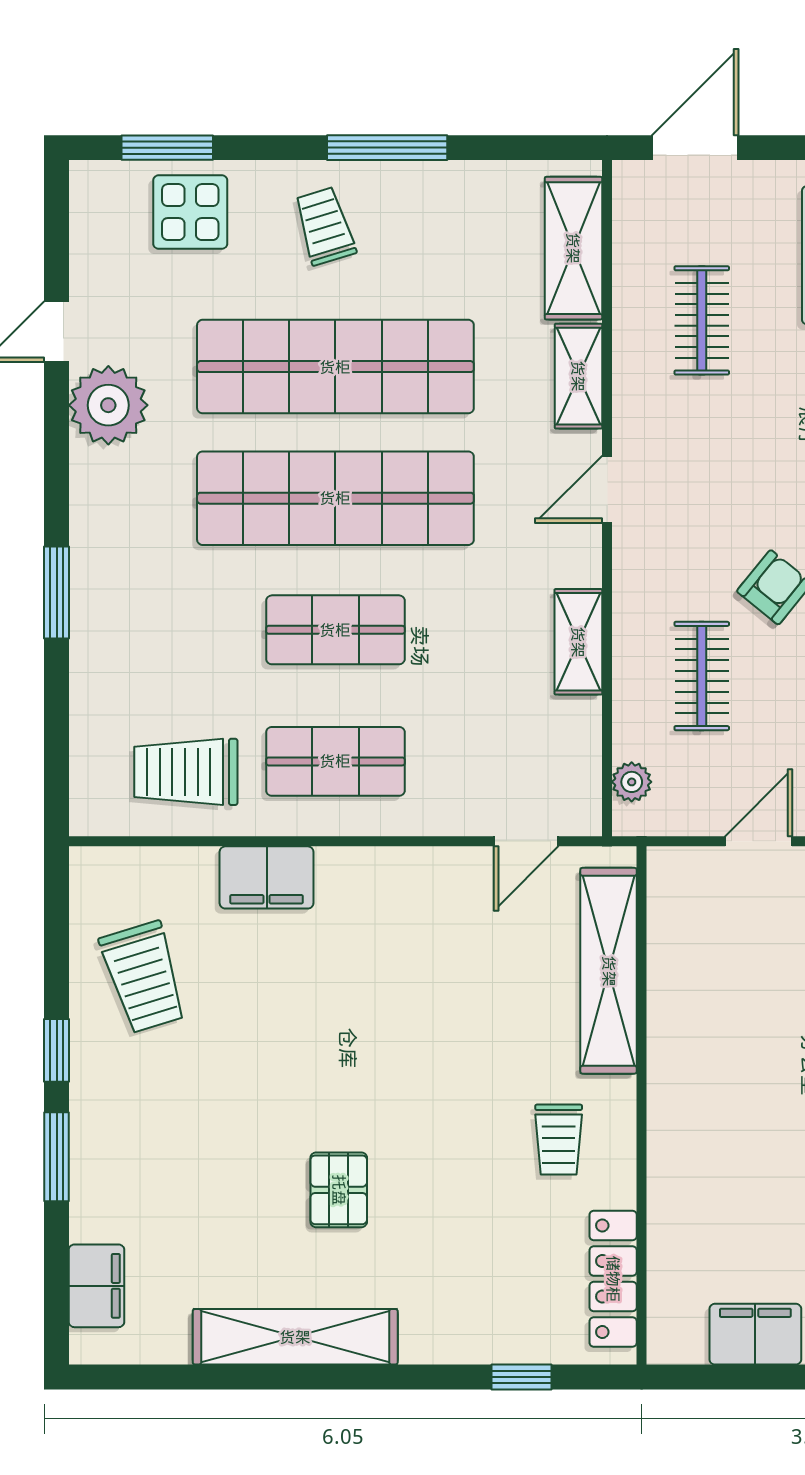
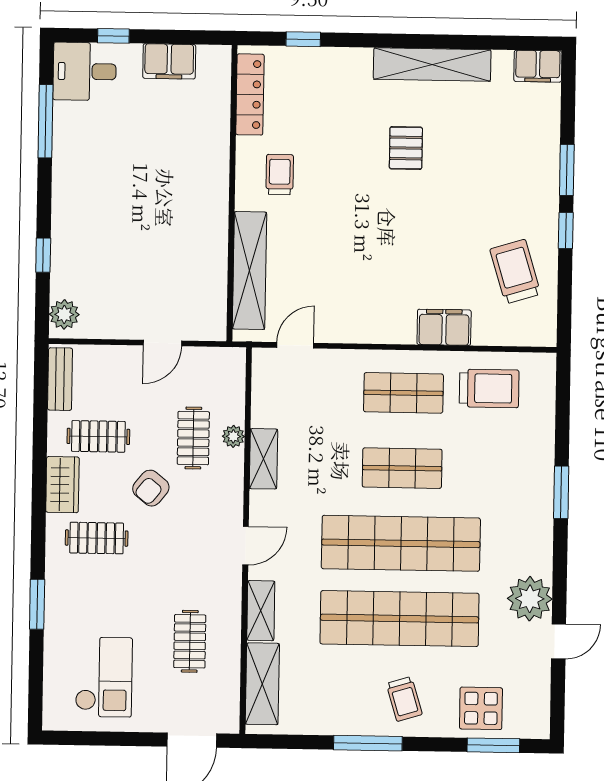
plant: (632, 782) -> (233, 436), moved
filing cabinet: (96, 1286) -> (538, 66), moved, turned -90

